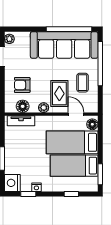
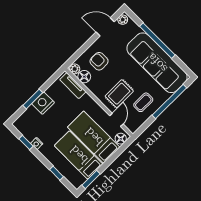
window: (69, 29) -> (157, 41), moved
plant: (44, 108) -> (75, 69), moved
nightstand: (12, 183) -> (43, 103), moved

